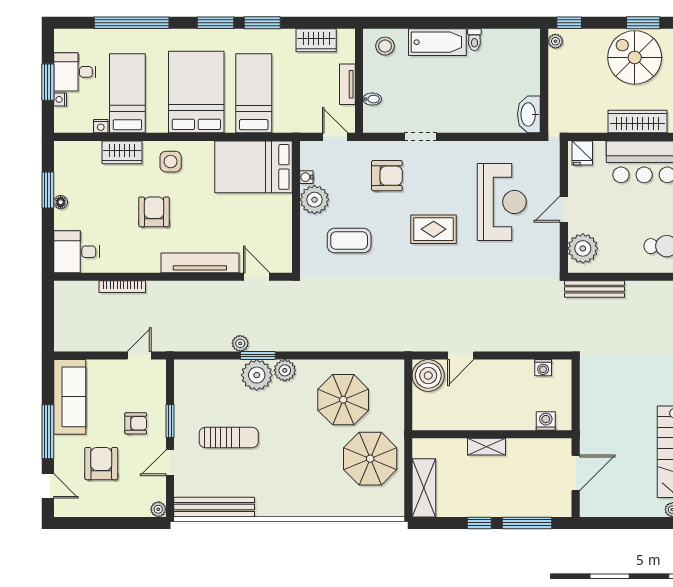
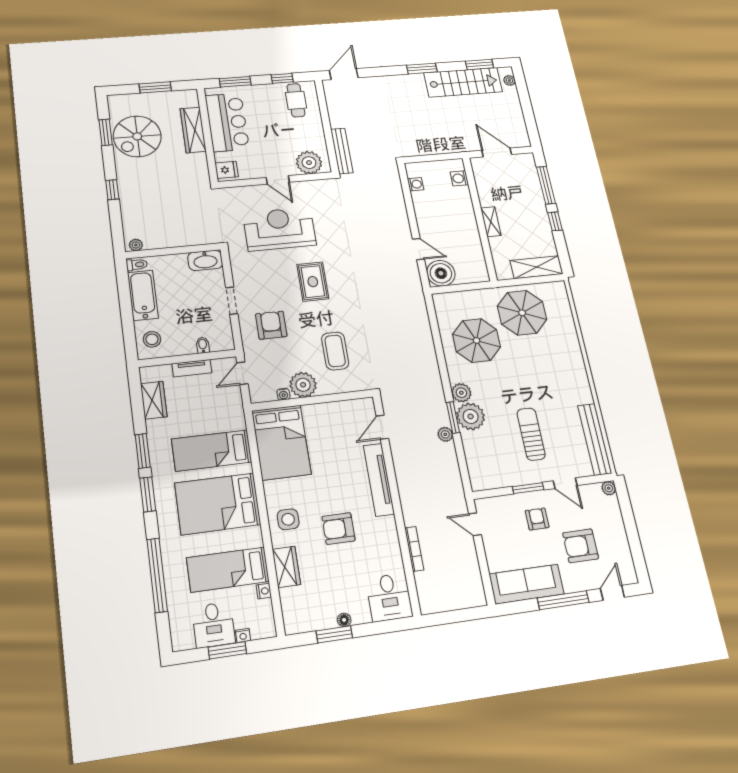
plant: (555, 41) -> (136, 245), moved
wall: (544, 81) -> (173, 251), moved
washbasin: (529, 114) -> (205, 260), moved

